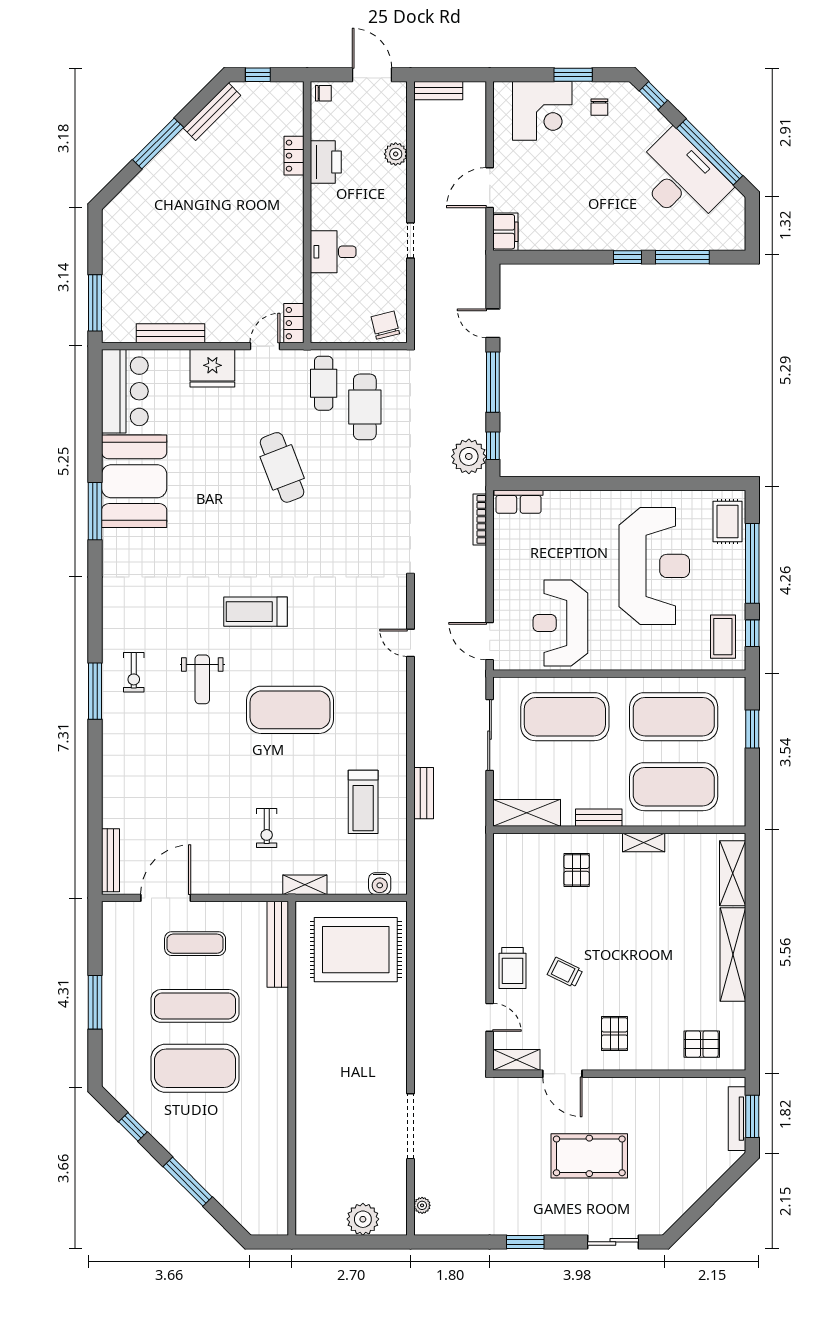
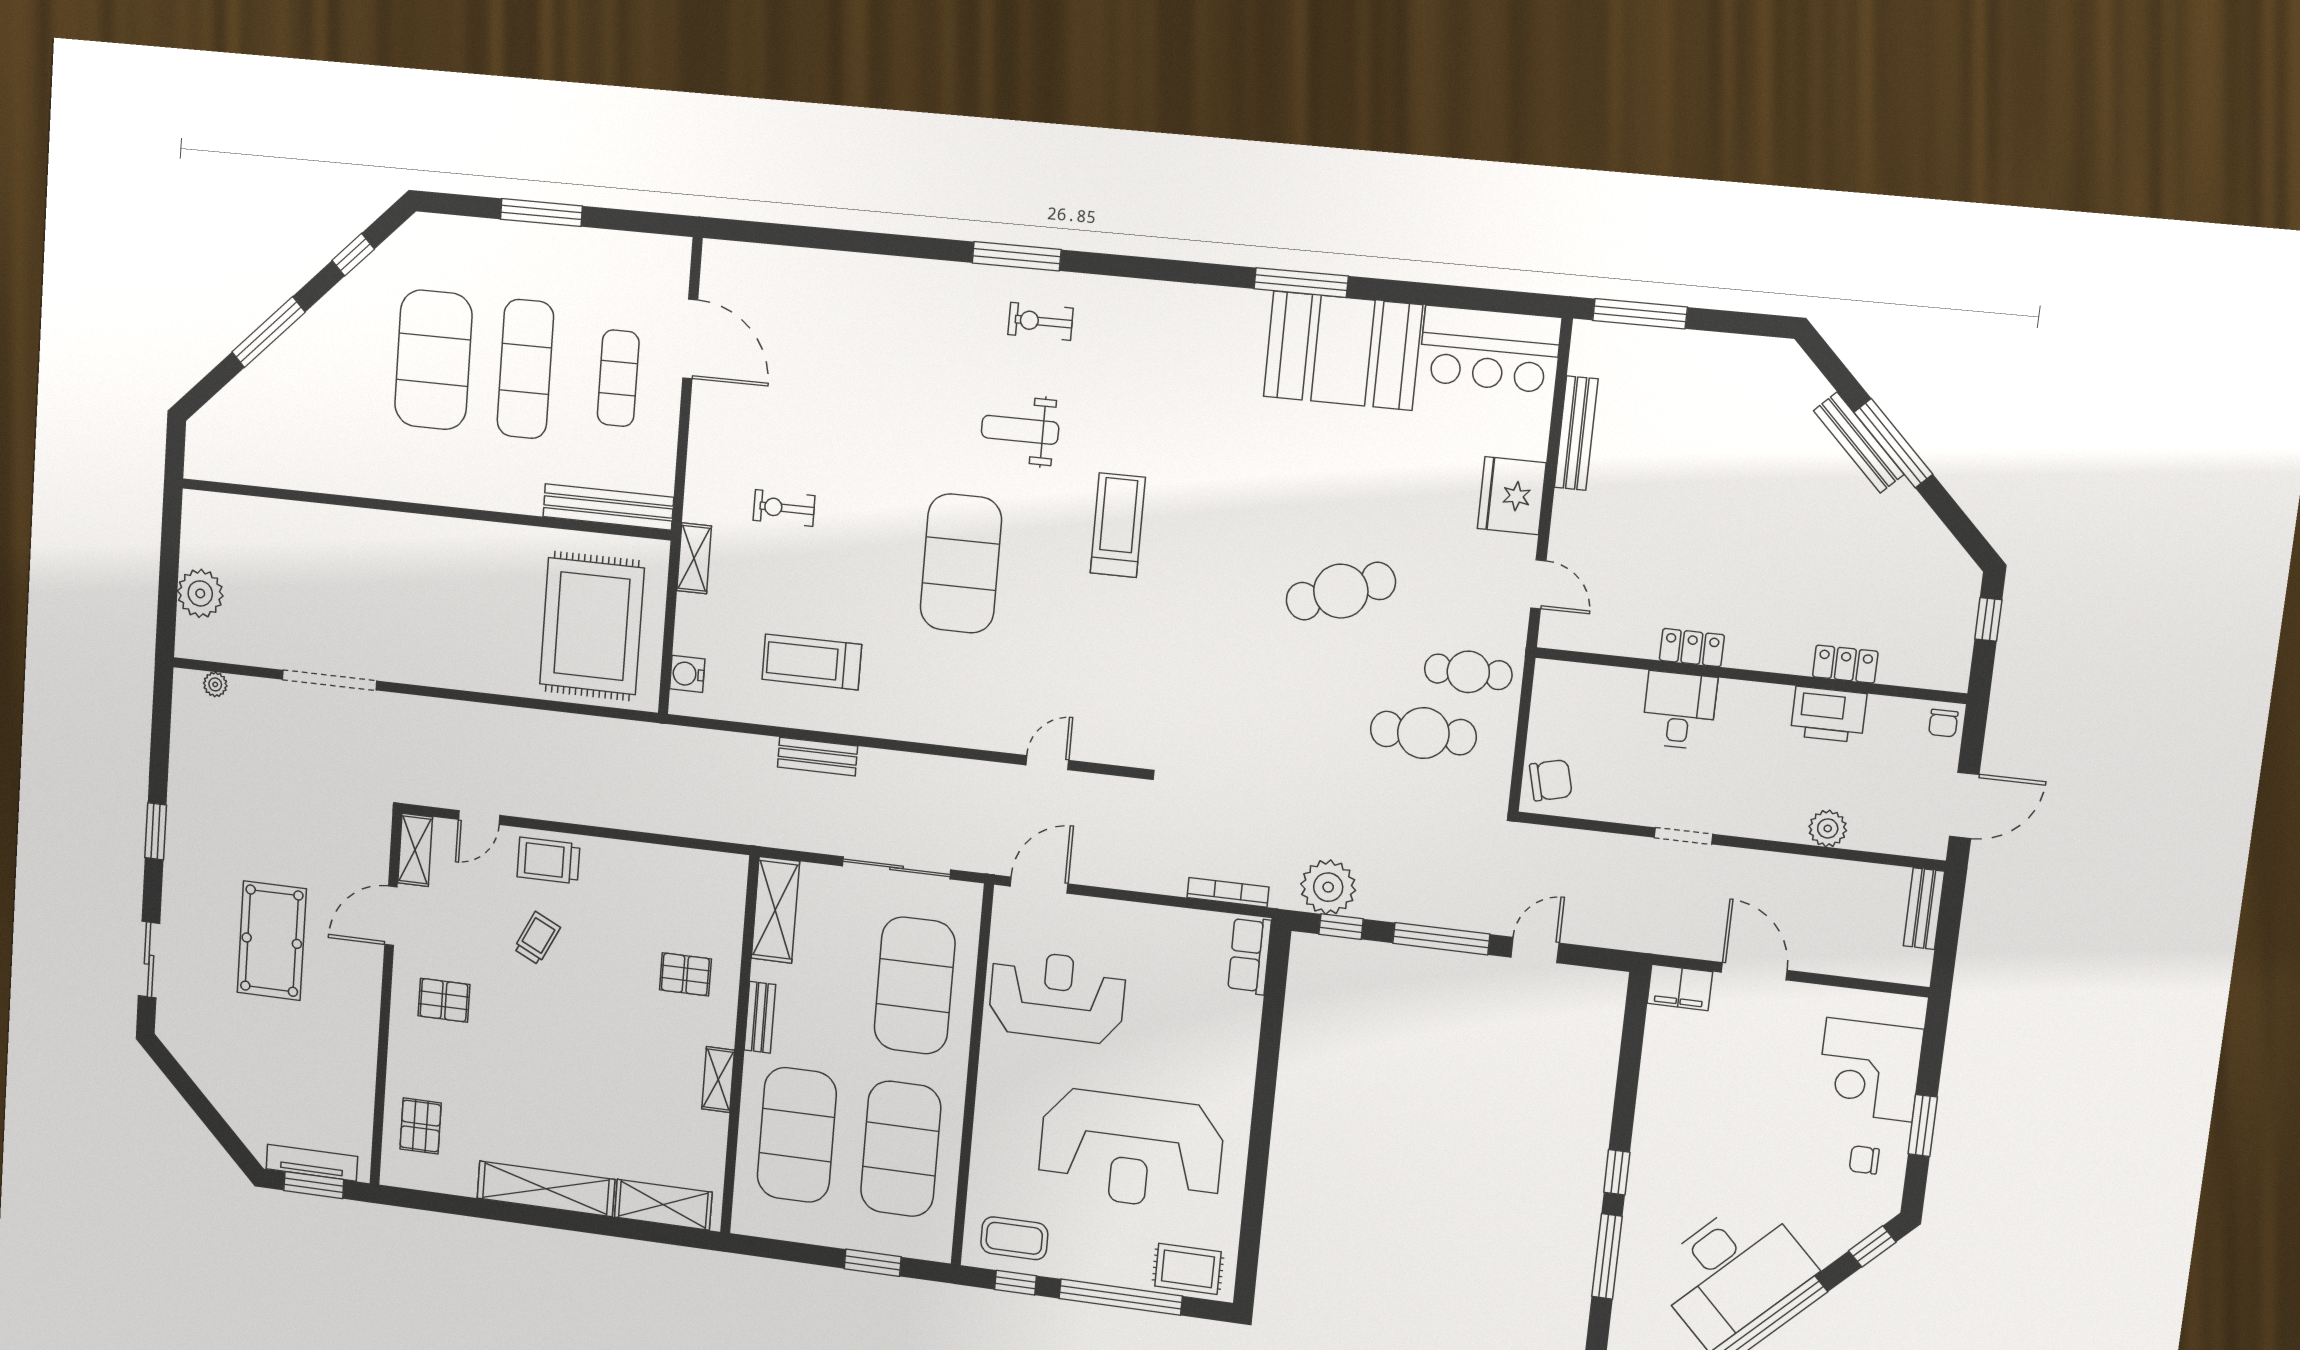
bench: (212, 112) -> (1859, 442), moved
locker: (294, 323) -> (1692, 648), moved
bench: (110, 860) -> (754, 257), removed

